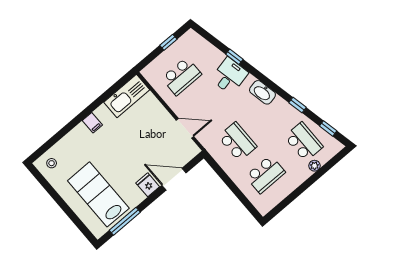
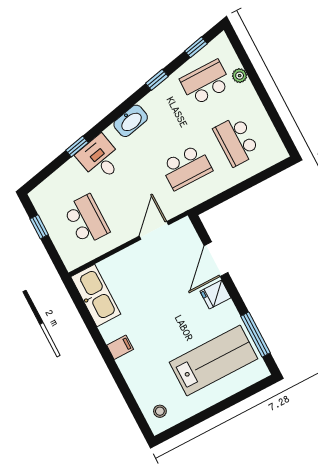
school desk: (237, 142) -> (186, 167), turned 180
school desk: (265, 174) -> (236, 141), turned 180
lab bench: (98, 194) -> (214, 361), turned 180

